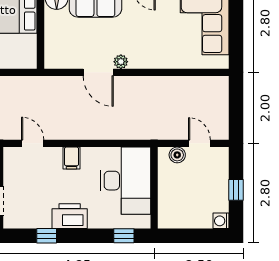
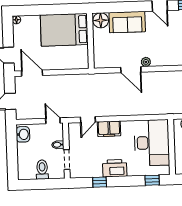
door: (33, 143) -> (88, 120), swing flipped
filing cabinet: (72, 158) -> (109, 129), width x2.00

